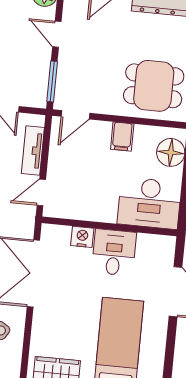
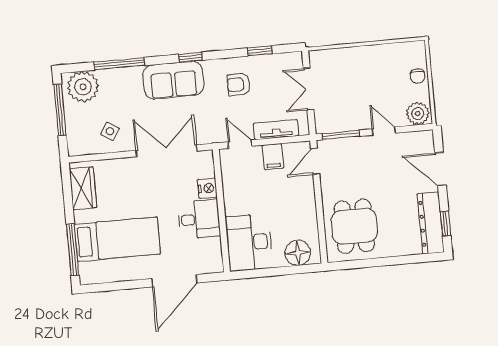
door: (57, 34) -> (384, 131), hinge flipped
door: (75, 115) -> (315, 161), hinge flipped
filing cabinet: (122, 137) -> (273, 157), moved, turned -90

